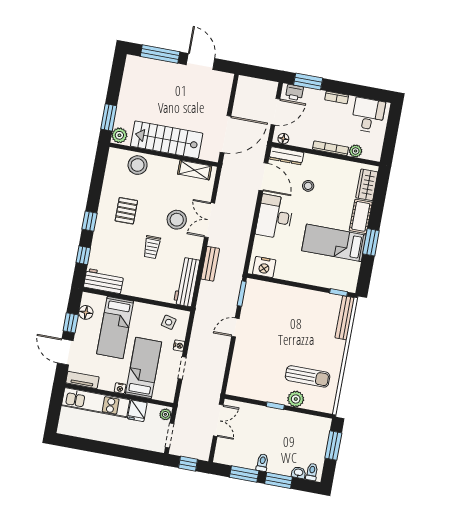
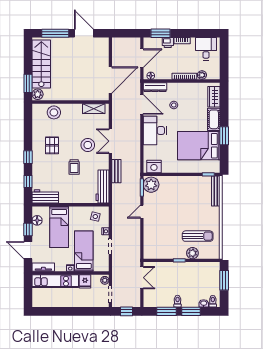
printer: (294, 92) -> (168, 43), moved
stairs: (167, 140) -> (41, 64), moved, turned 90
bed: (334, 243) -> (199, 146), width x1.50
plant: (255, 292) -> (151, 185), added

